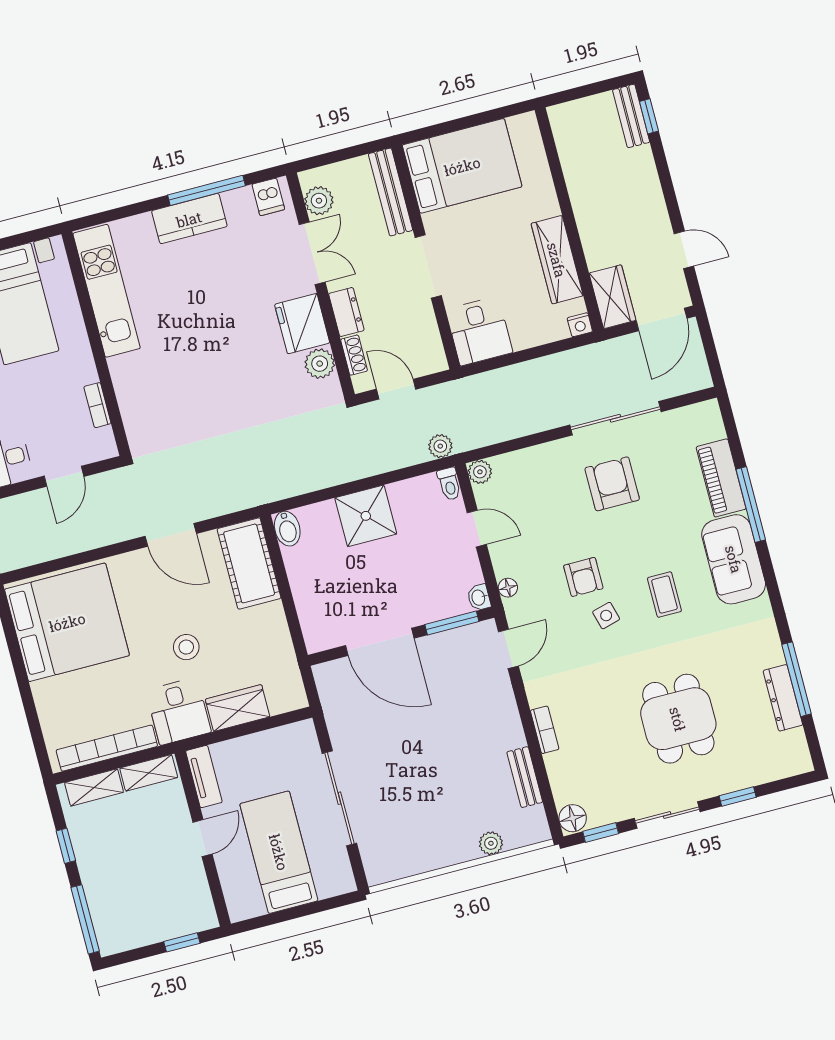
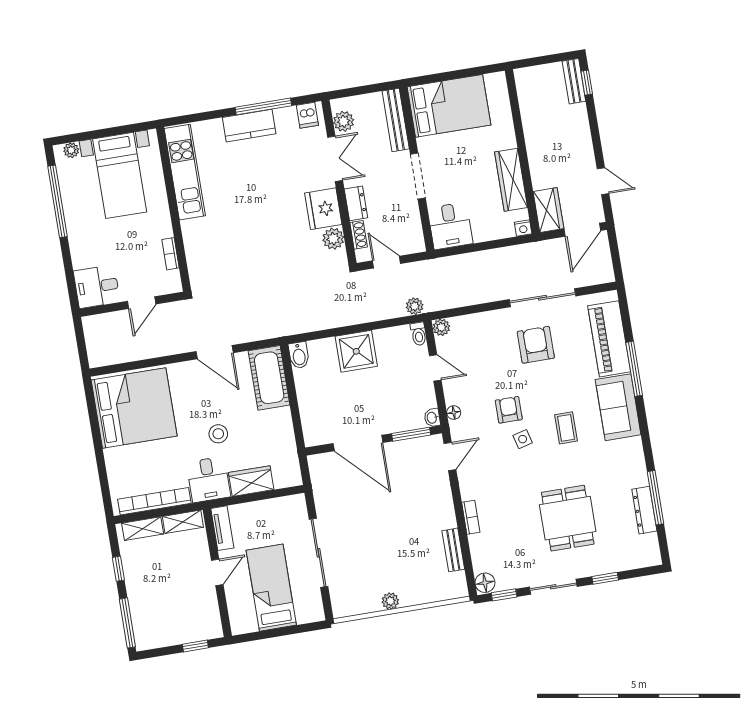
piano: (721, 478) -> (609, 339), width x1.37, depth x1.33
armchair: (583, 577) -> (509, 410), turned 180
plant: (491, 843) -> (390, 601), moved

